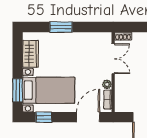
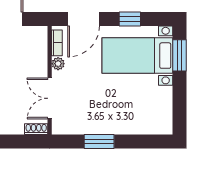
window: (61, 27) -> (99, 142), moved
wardrobe: (30, 54) -> (162, 105), removed
window: (44, 117) -> (130, 19), moved

